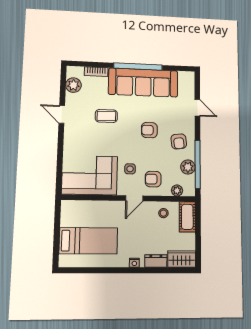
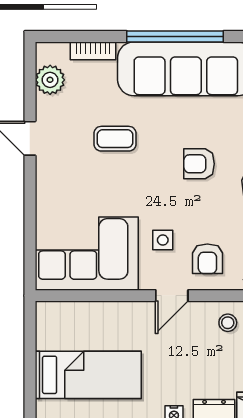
armchair: (153, 179) -> (207, 259), turned -90

